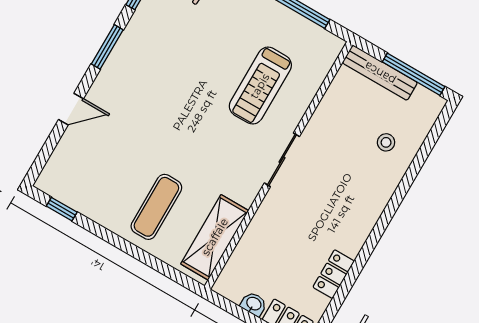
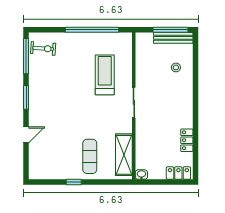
bench: (380, 73) -> (173, 38), moved
treadmill: (260, 86) -> (105, 75), turned 180
window: (62, 209) -> (74, 182), moved
washbasin: (254, 304) -> (141, 175), moved

